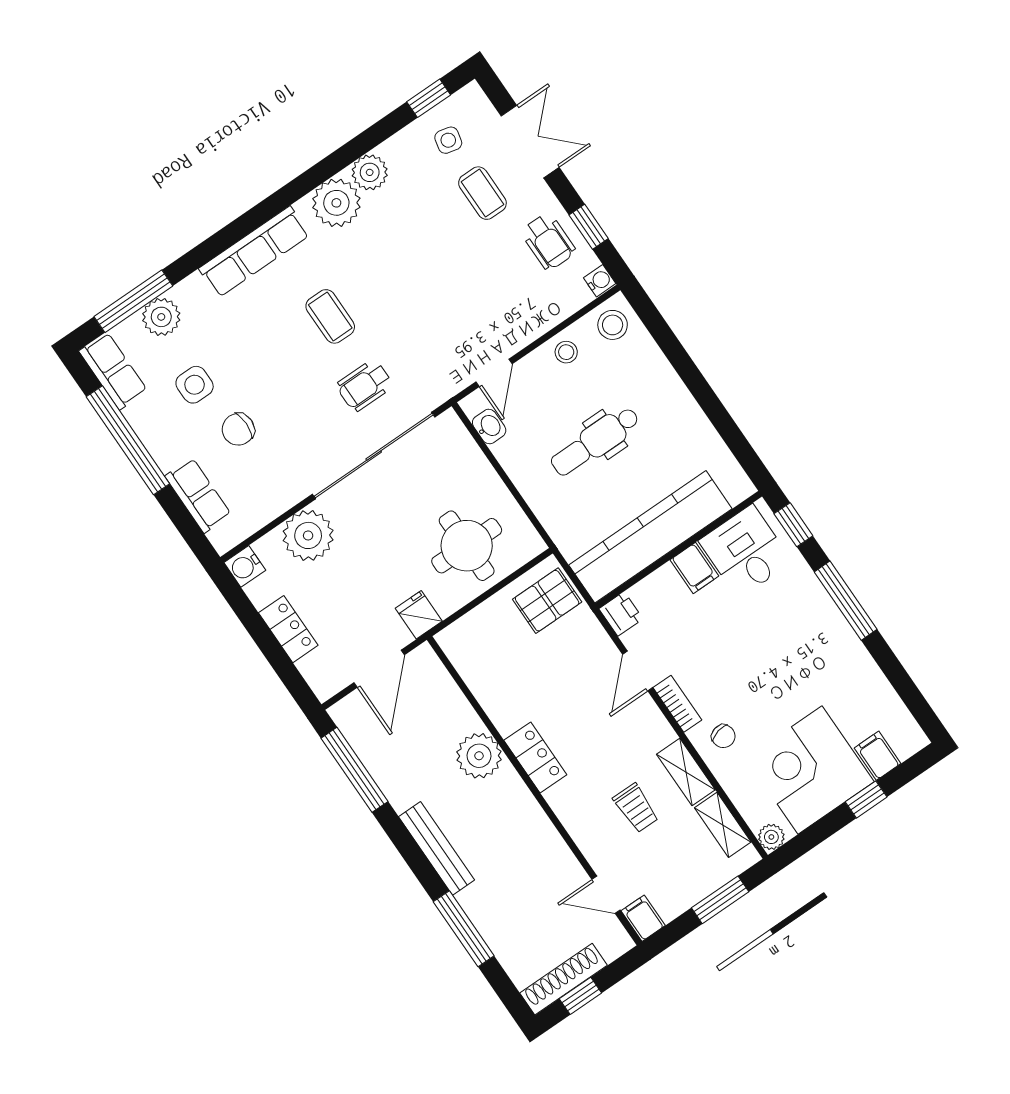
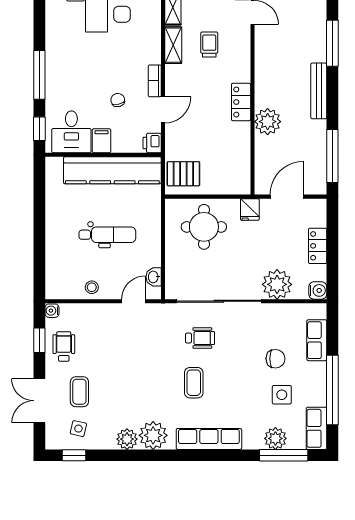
stool: (613, 325) -> (60, 285), removed
chair: (723, 736) -> (118, 100), moved

